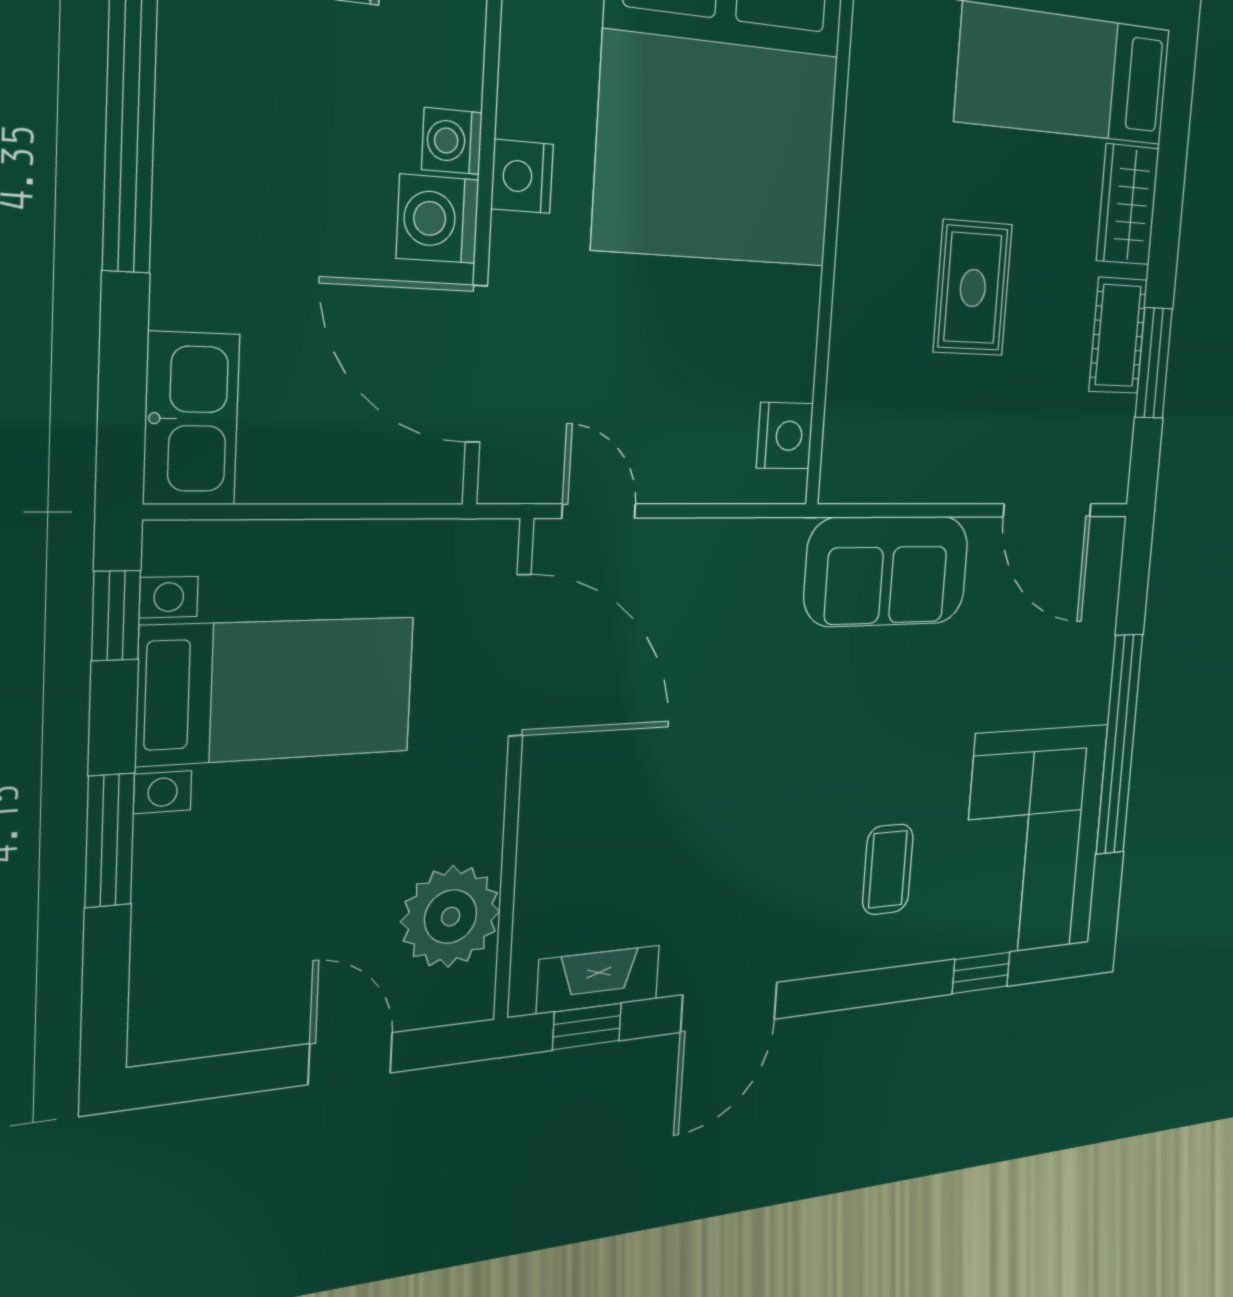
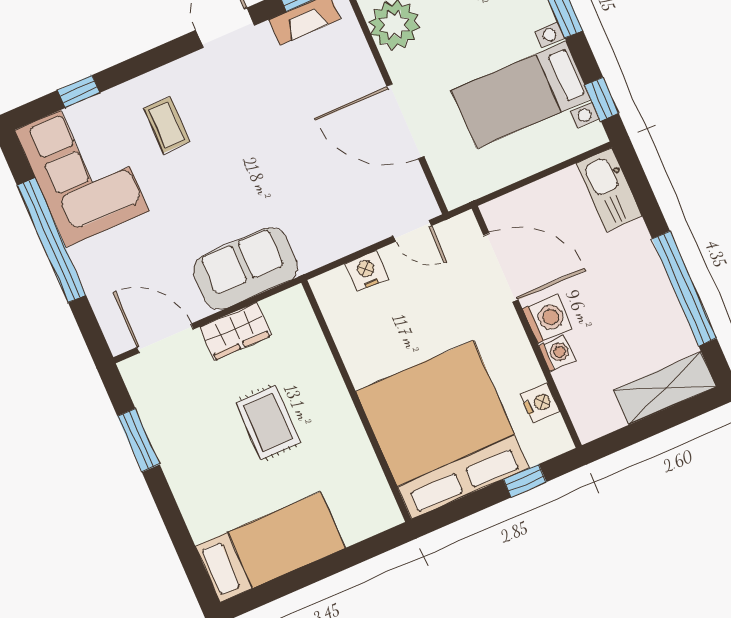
nightstand: (522, 176) -> (540, 403), moved
wardrobe: (1128, 205) -> (235, 331), moved, turned 90
cot: (1118, 336) -> (169, 443), removed
nightstand: (785, 436) -> (367, 271), moved, turned 90
door: (520, 656) -> (405, 121), moved

